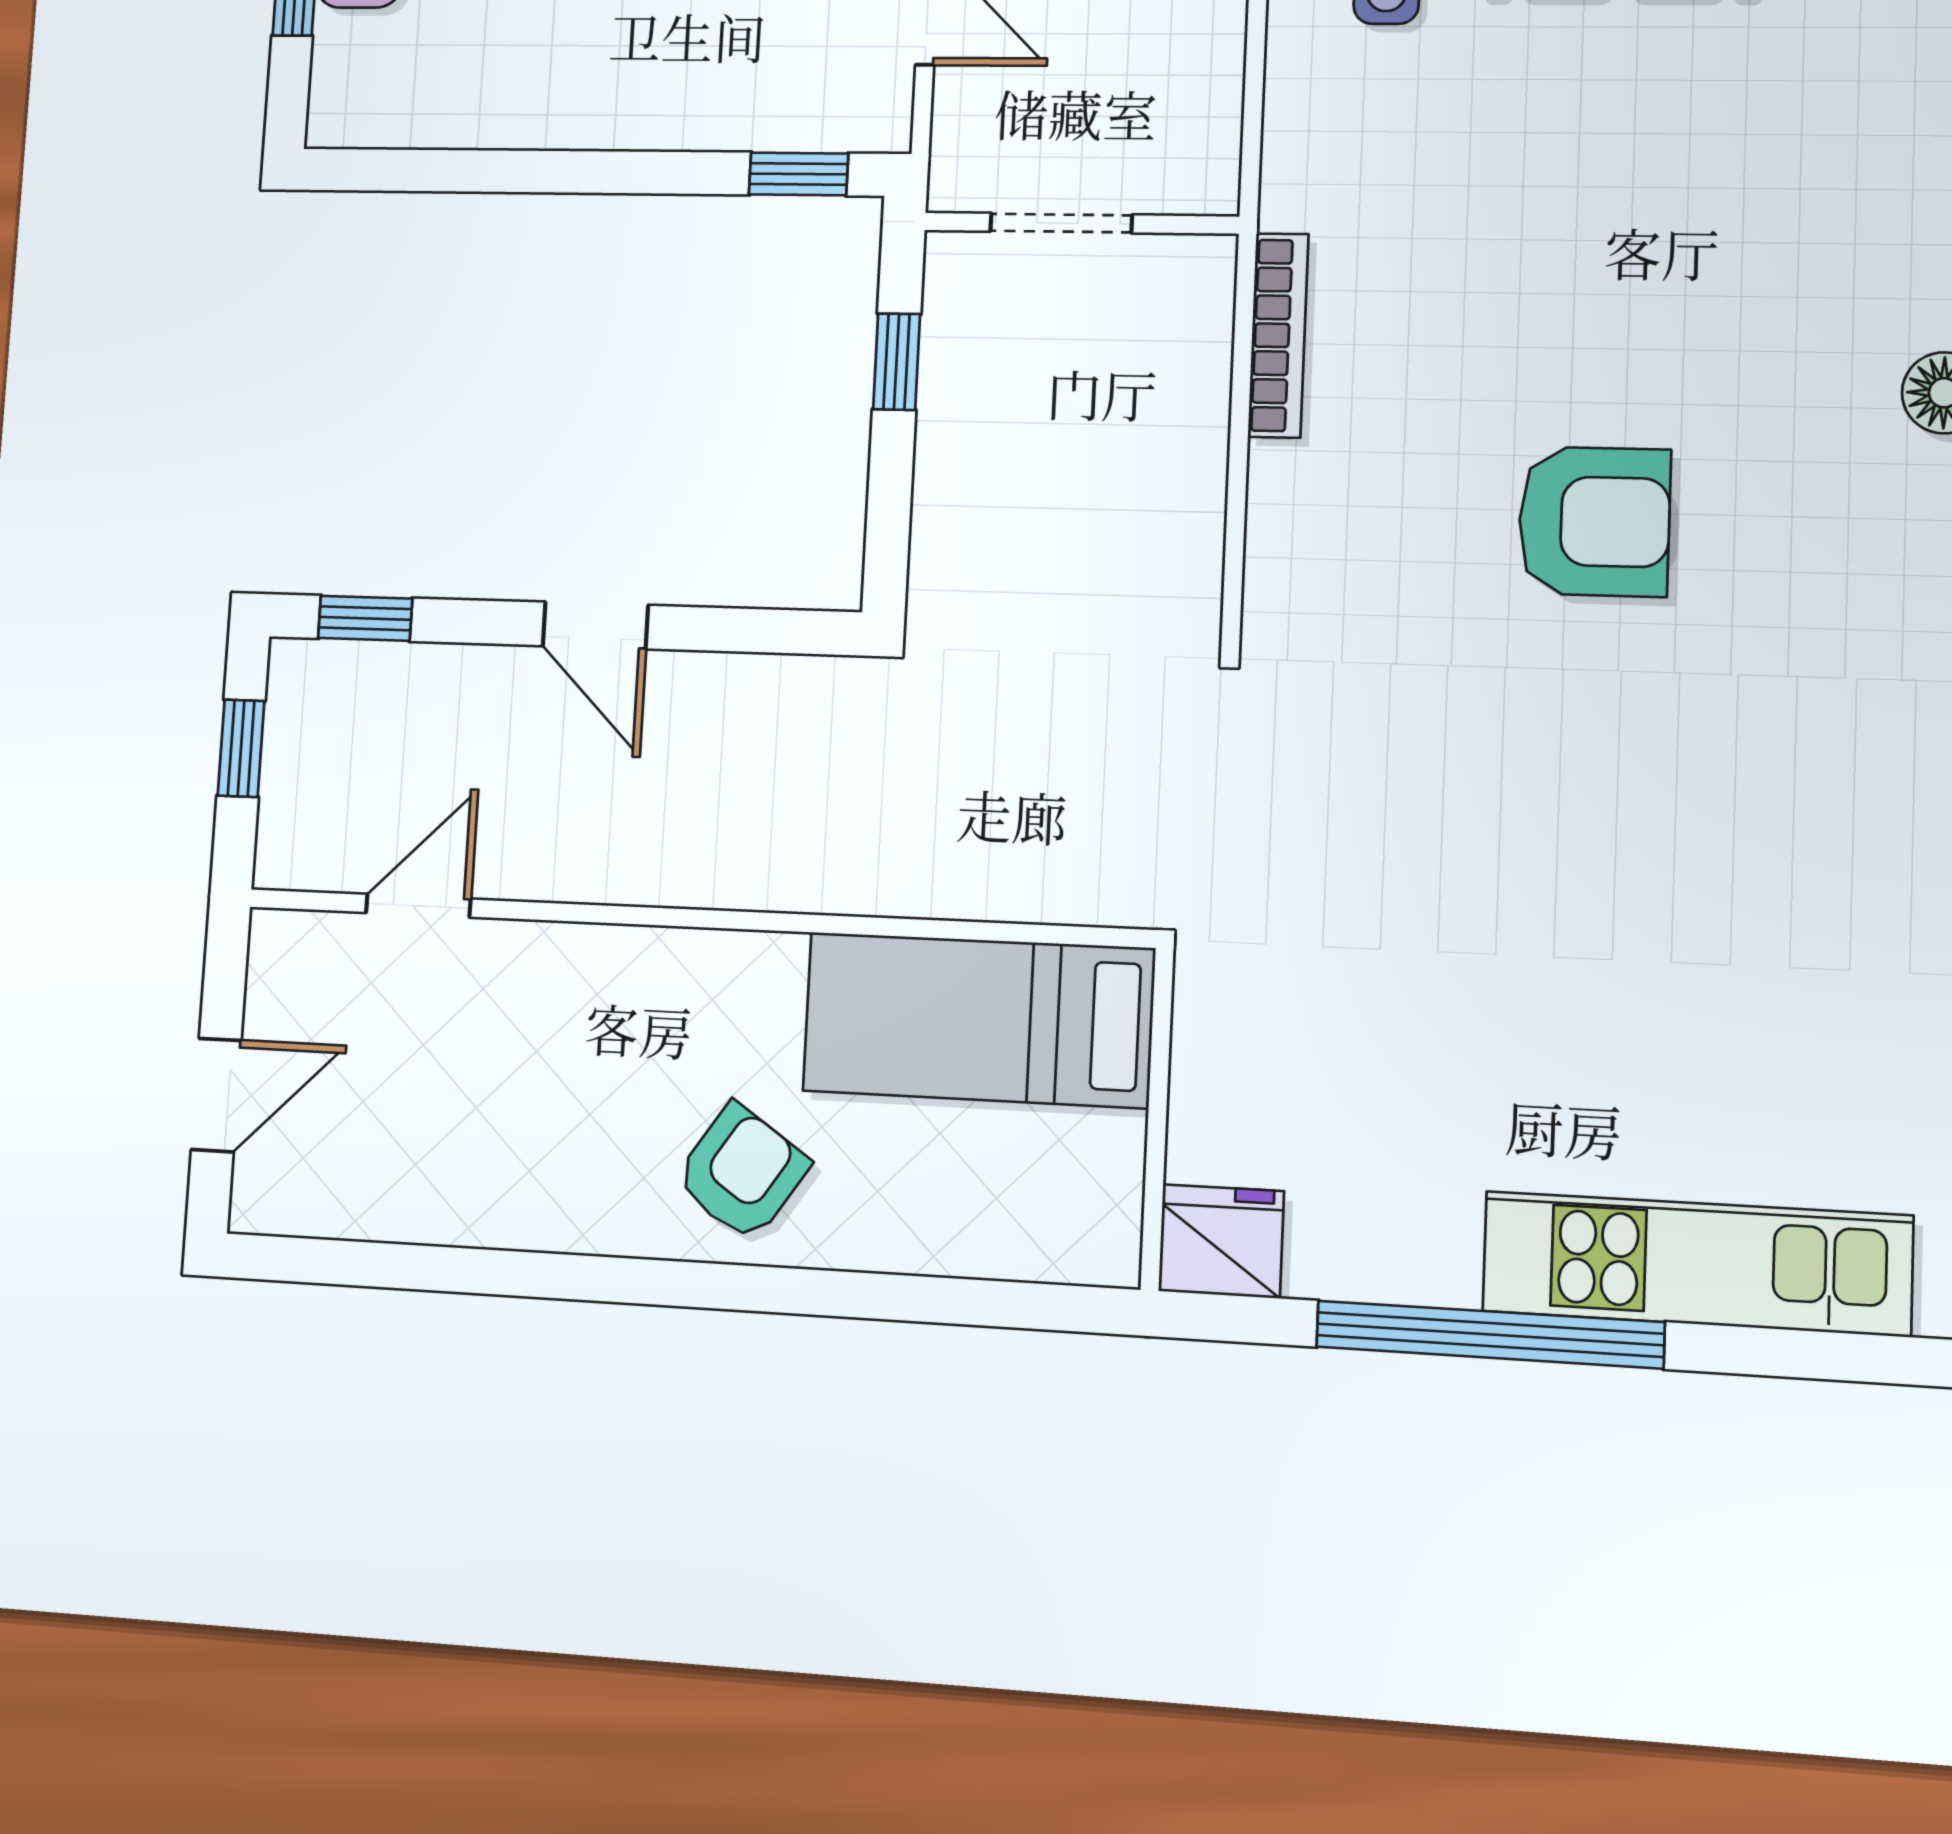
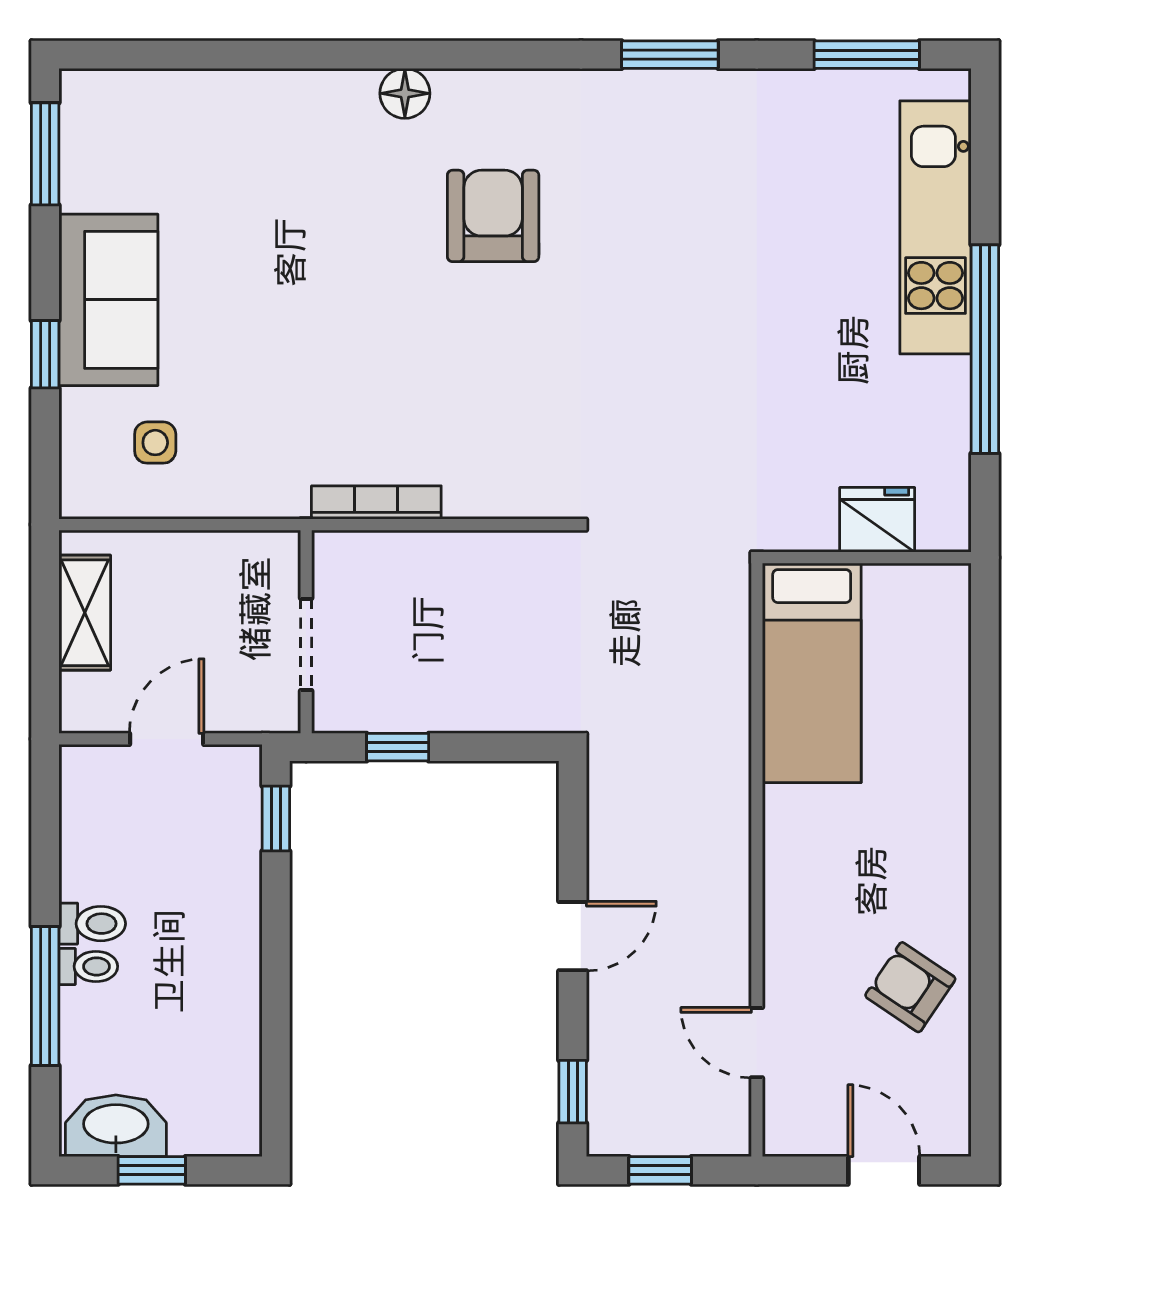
armchair: (1594, 521) -> (493, 216), moved
armchair: (742, 1172) -> (910, 987), moved
fridge: (1221, 1241) -> (877, 520), moved, turned 90

